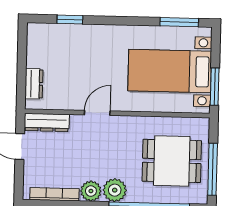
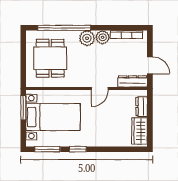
window: (70, 19) -> (78, 149), moved
wardrobe: (38, 47) -> (139, 131), added
dining table: (172, 161) -> (50, 58), turned 90
window: (213, 169) -> (23, 53), removed

